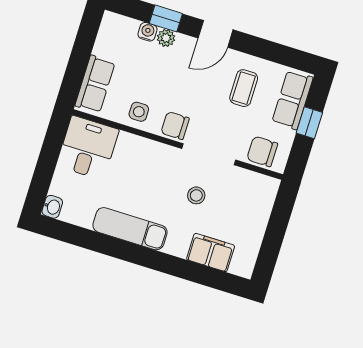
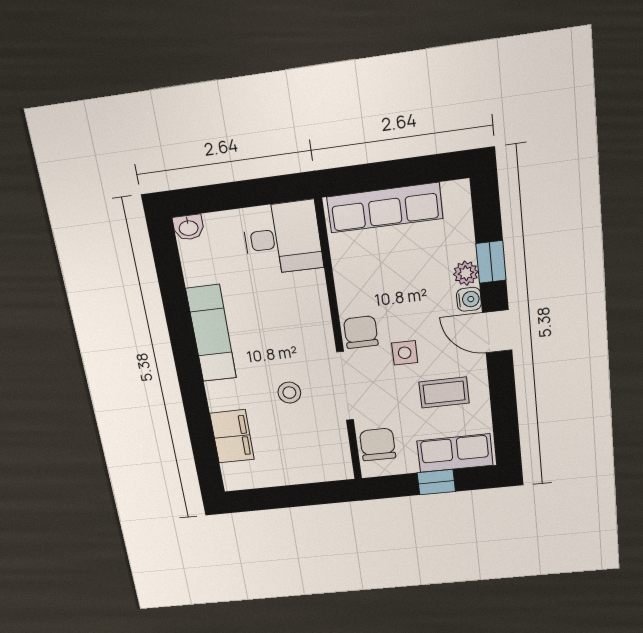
water cooler: (148, 32) -> (469, 299), moved
row of seats: (95, 84) -> (385, 208), width x1.48
side table: (139, 112) -> (405, 353), moved

